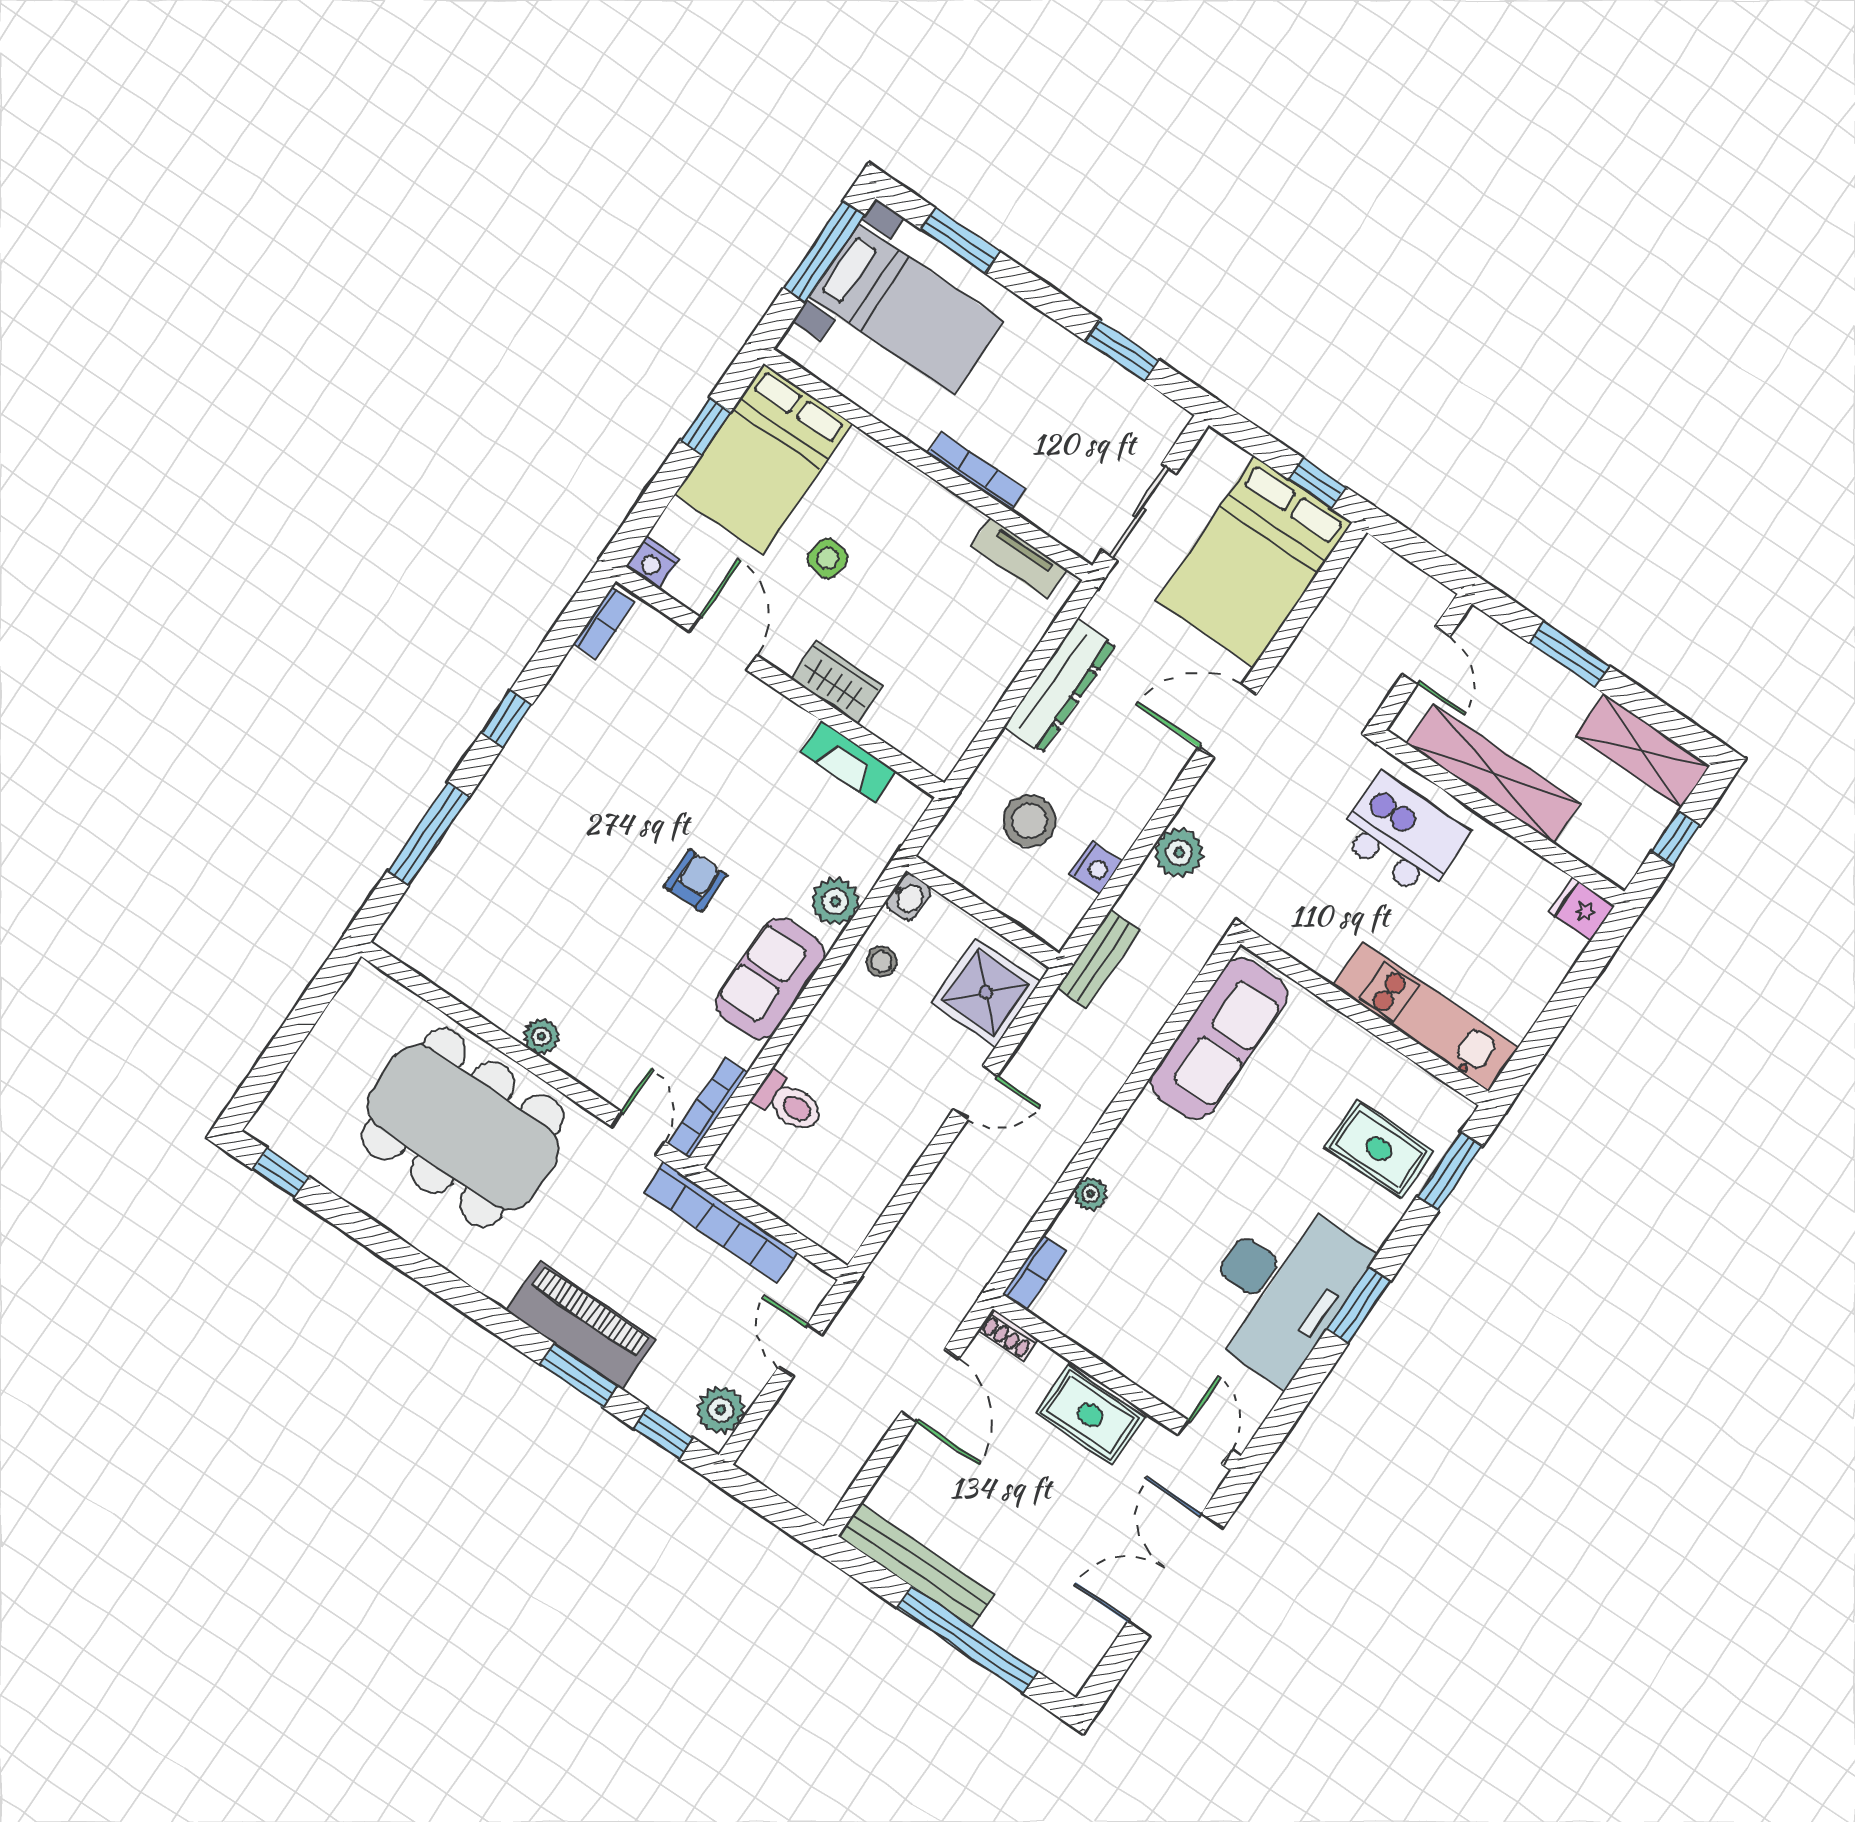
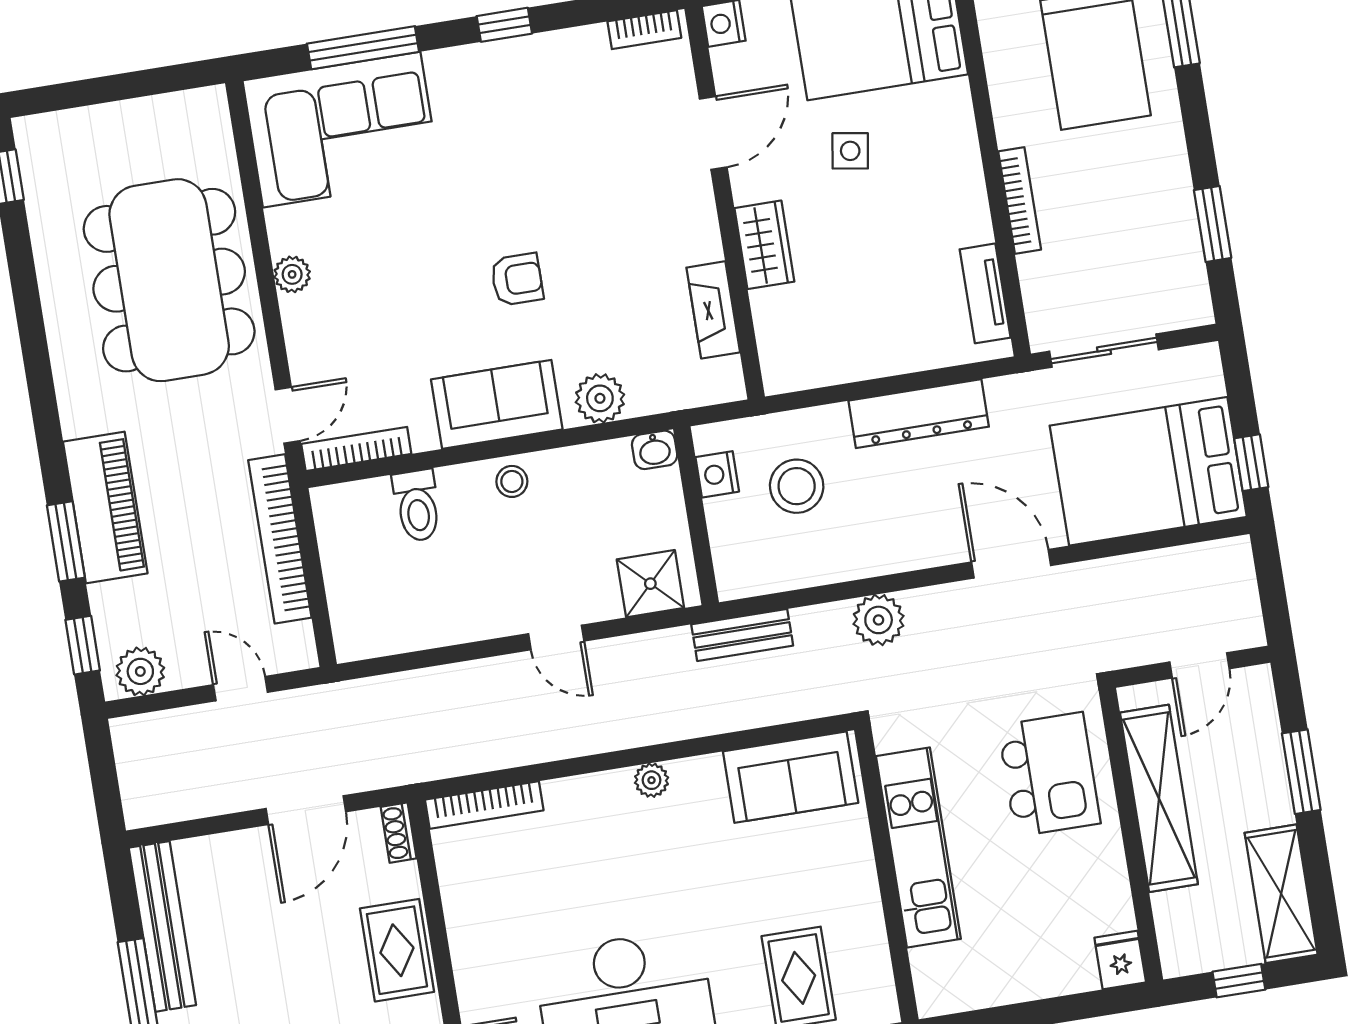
nightstand: (1096, 868) -> (717, 474), moved, turned 90
corner sofa: (472, 904) -> (342, 130), added
stool: (881, 962) -> (512, 481), moved
shower: (986, 992) -> (650, 584), width x0.73, depth x0.73
kitchen unit: (1425, 1016) -> (918, 847), moved
sofa: (1219, 1038) -> (791, 777), width x0.73
plant: (1090, 1194) -> (652, 780), moved
bookcase: (1034, 1273) -> (484, 805), width x1.56
door: (800, 1351) -> (240, 689), hinge flipped

